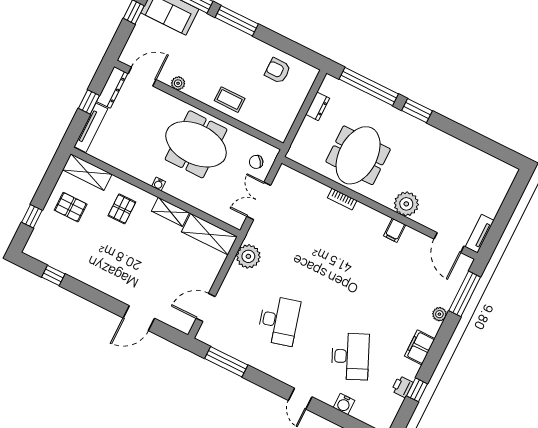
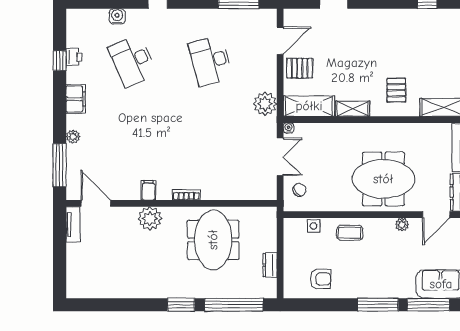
side table: (260, 122) -> (314, 226), added
meeting table: (196, 144) -> (383, 179), moved
water cooler: (159, 184) -> (288, 128), moved
bookcase: (342, 199) -> (186, 195), moved
pallet: (71, 207) -> (300, 68), moved

